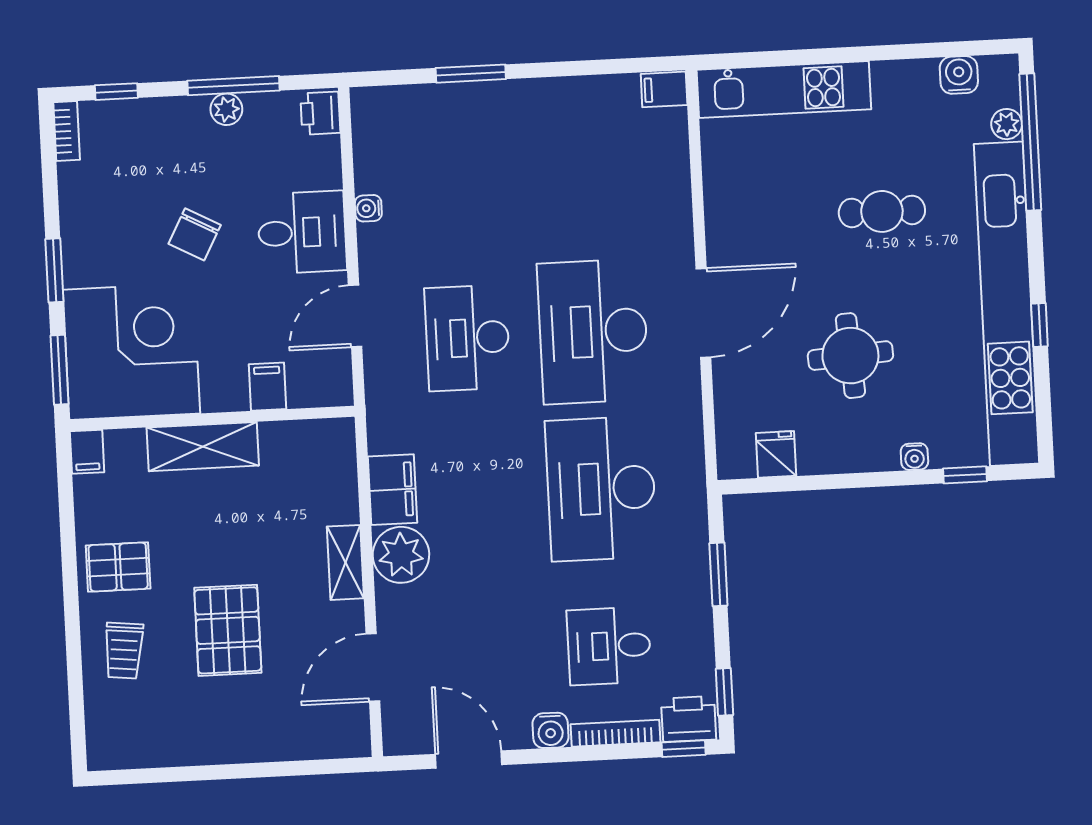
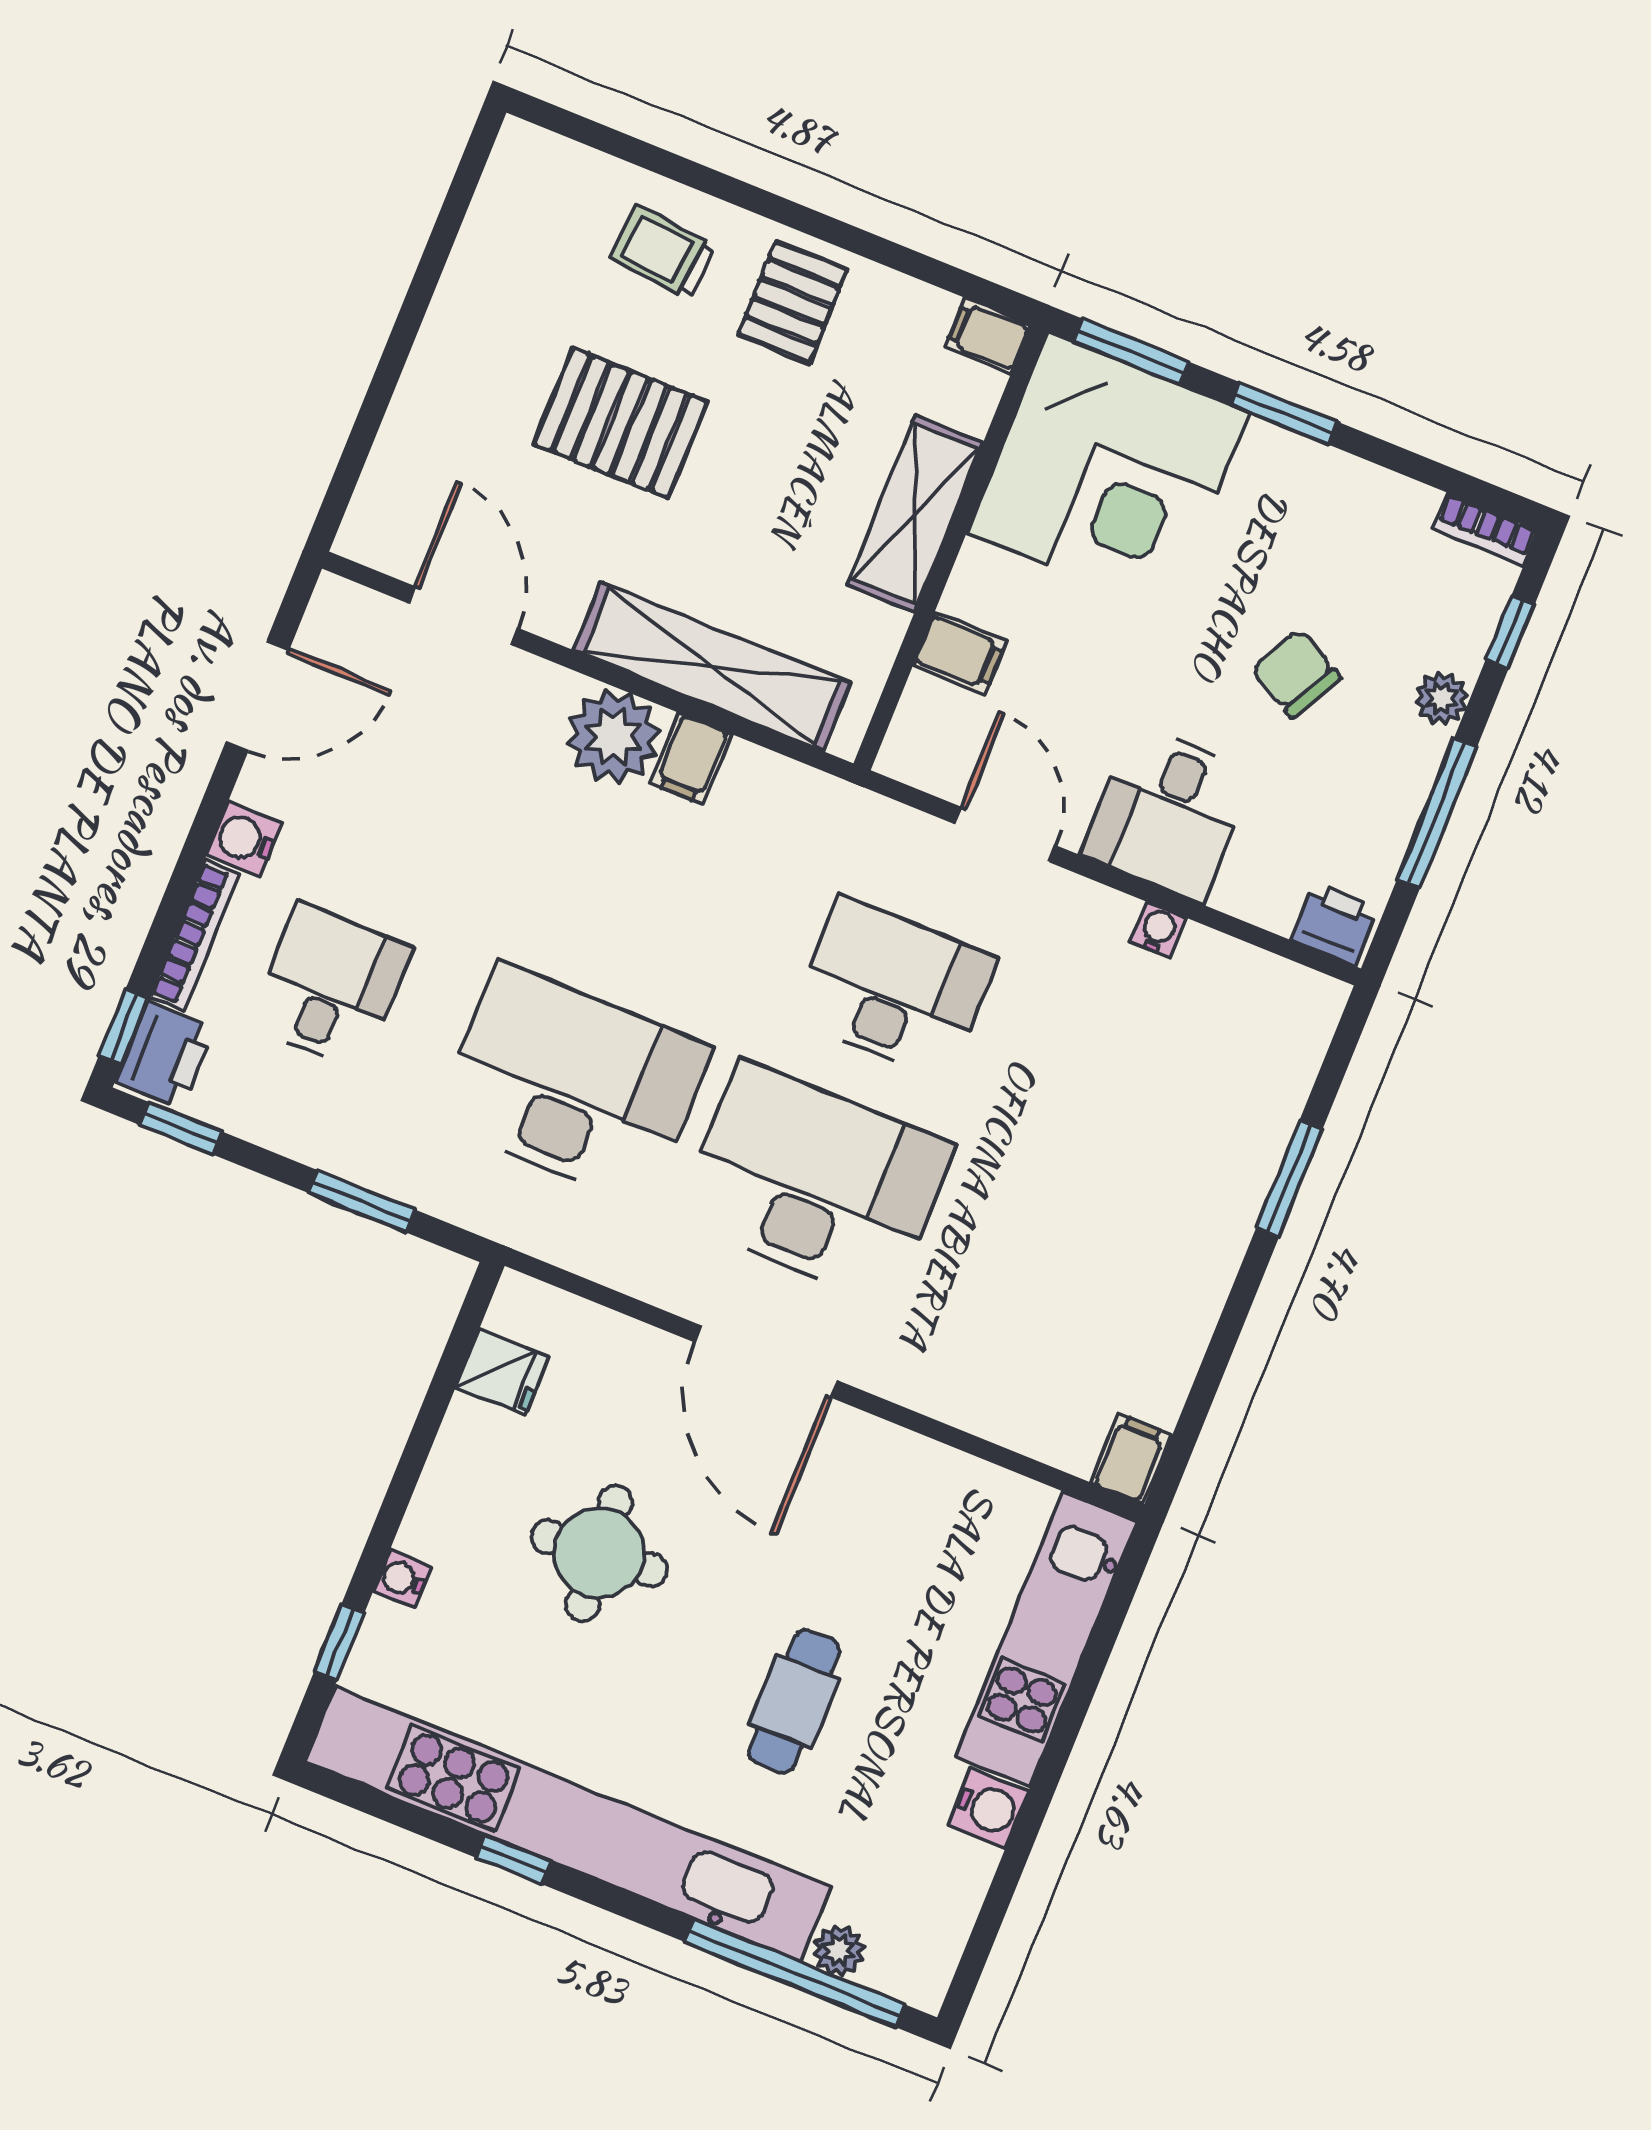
water cooler: (959, 75) -> (988, 1808), moved
plant: (226, 109) -> (1442, 698), moved
chair: (195, 234) -> (1296, 674), moved
filing cabinet: (392, 490) -> (691, 759), width x0.50
shelving: (345, 562) -> (712, 667), width x2.20, depth x1.33

